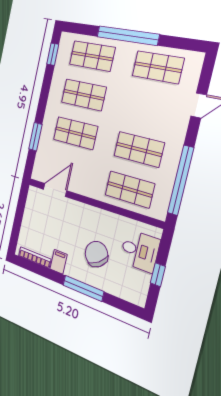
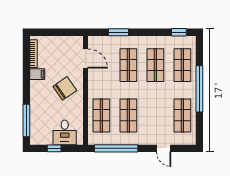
chair: (96, 254) -> (65, 88), moved
window: (83, 288) -> (26, 121), moved

